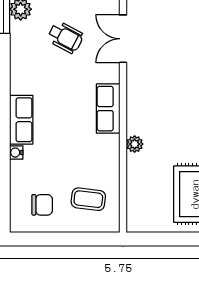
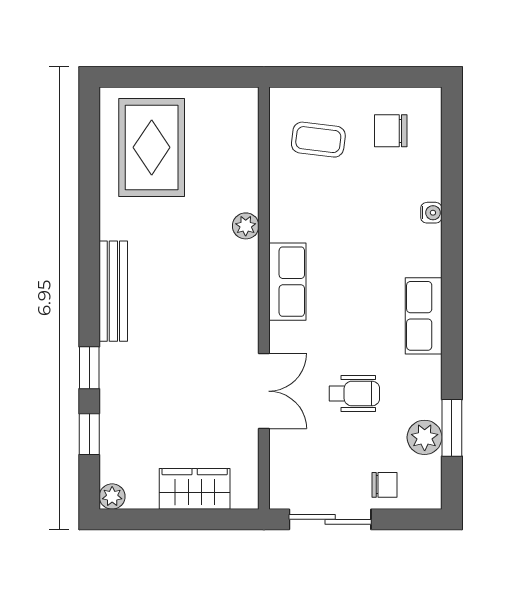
wheelchair: (65, 37) -> (354, 394), turned 152
row of seats: (21, 120) -> (424, 316), moved

